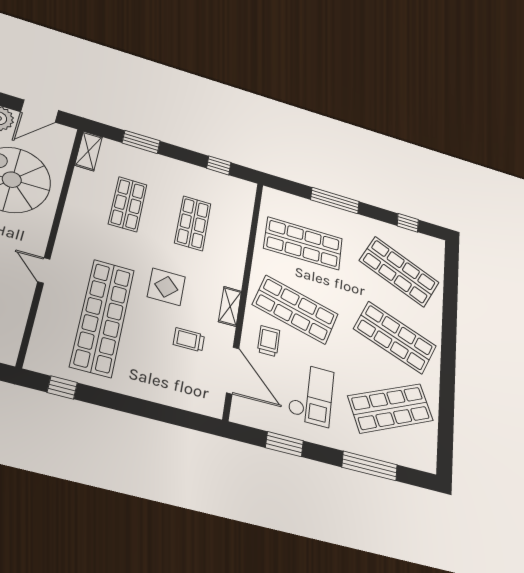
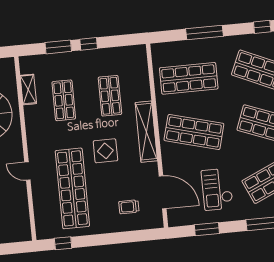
shelving: (88, 151) -> (28, 89), moved
window: (219, 165) -> (89, 44), moved
shelving: (230, 306) -> (146, 132), width x2.20, depth x1.33
trolley: (189, 340) -> (129, 207), moved
trolley: (269, 341) -> (181, 162), removed
checkout: (311, 395) -> (217, 189), turned 180

